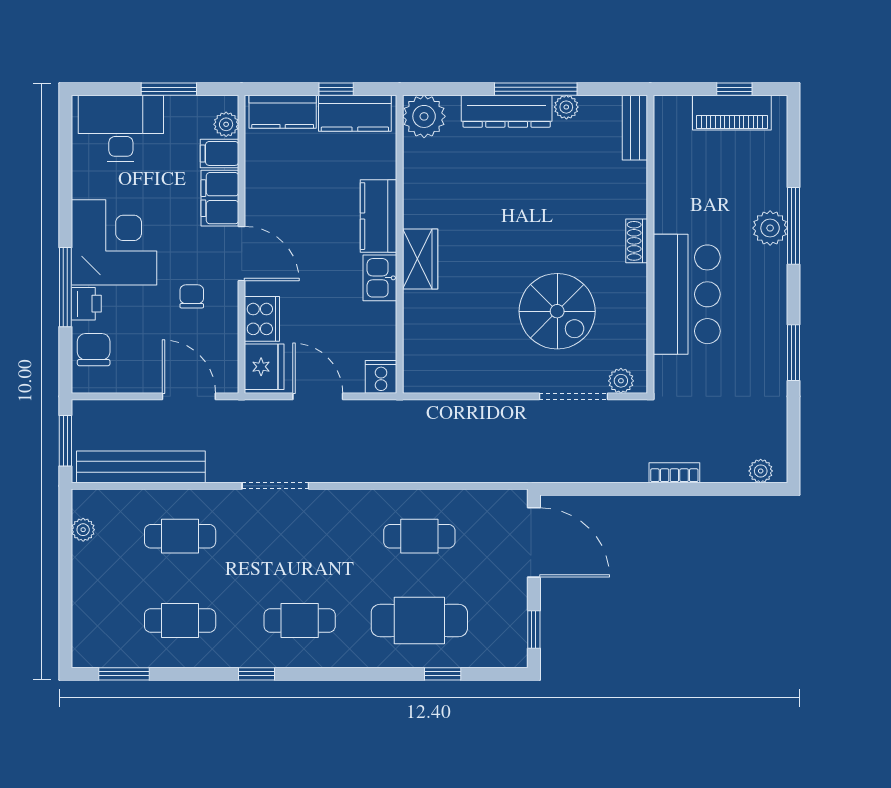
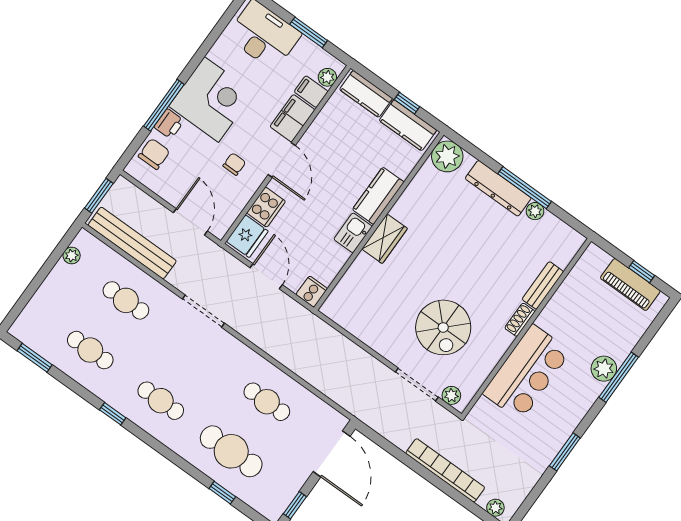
bench: (635, 128) -> (543, 285), moved
bookcase: (674, 473) -> (445, 470), width x2.31, depth x1.31

